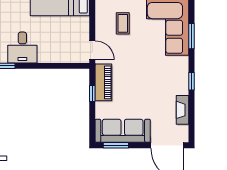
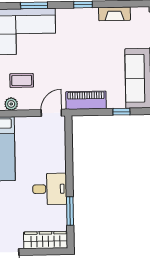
plant: (101, 13) -> (11, 104), added
window: (92, 94) -> (121, 112), moved

